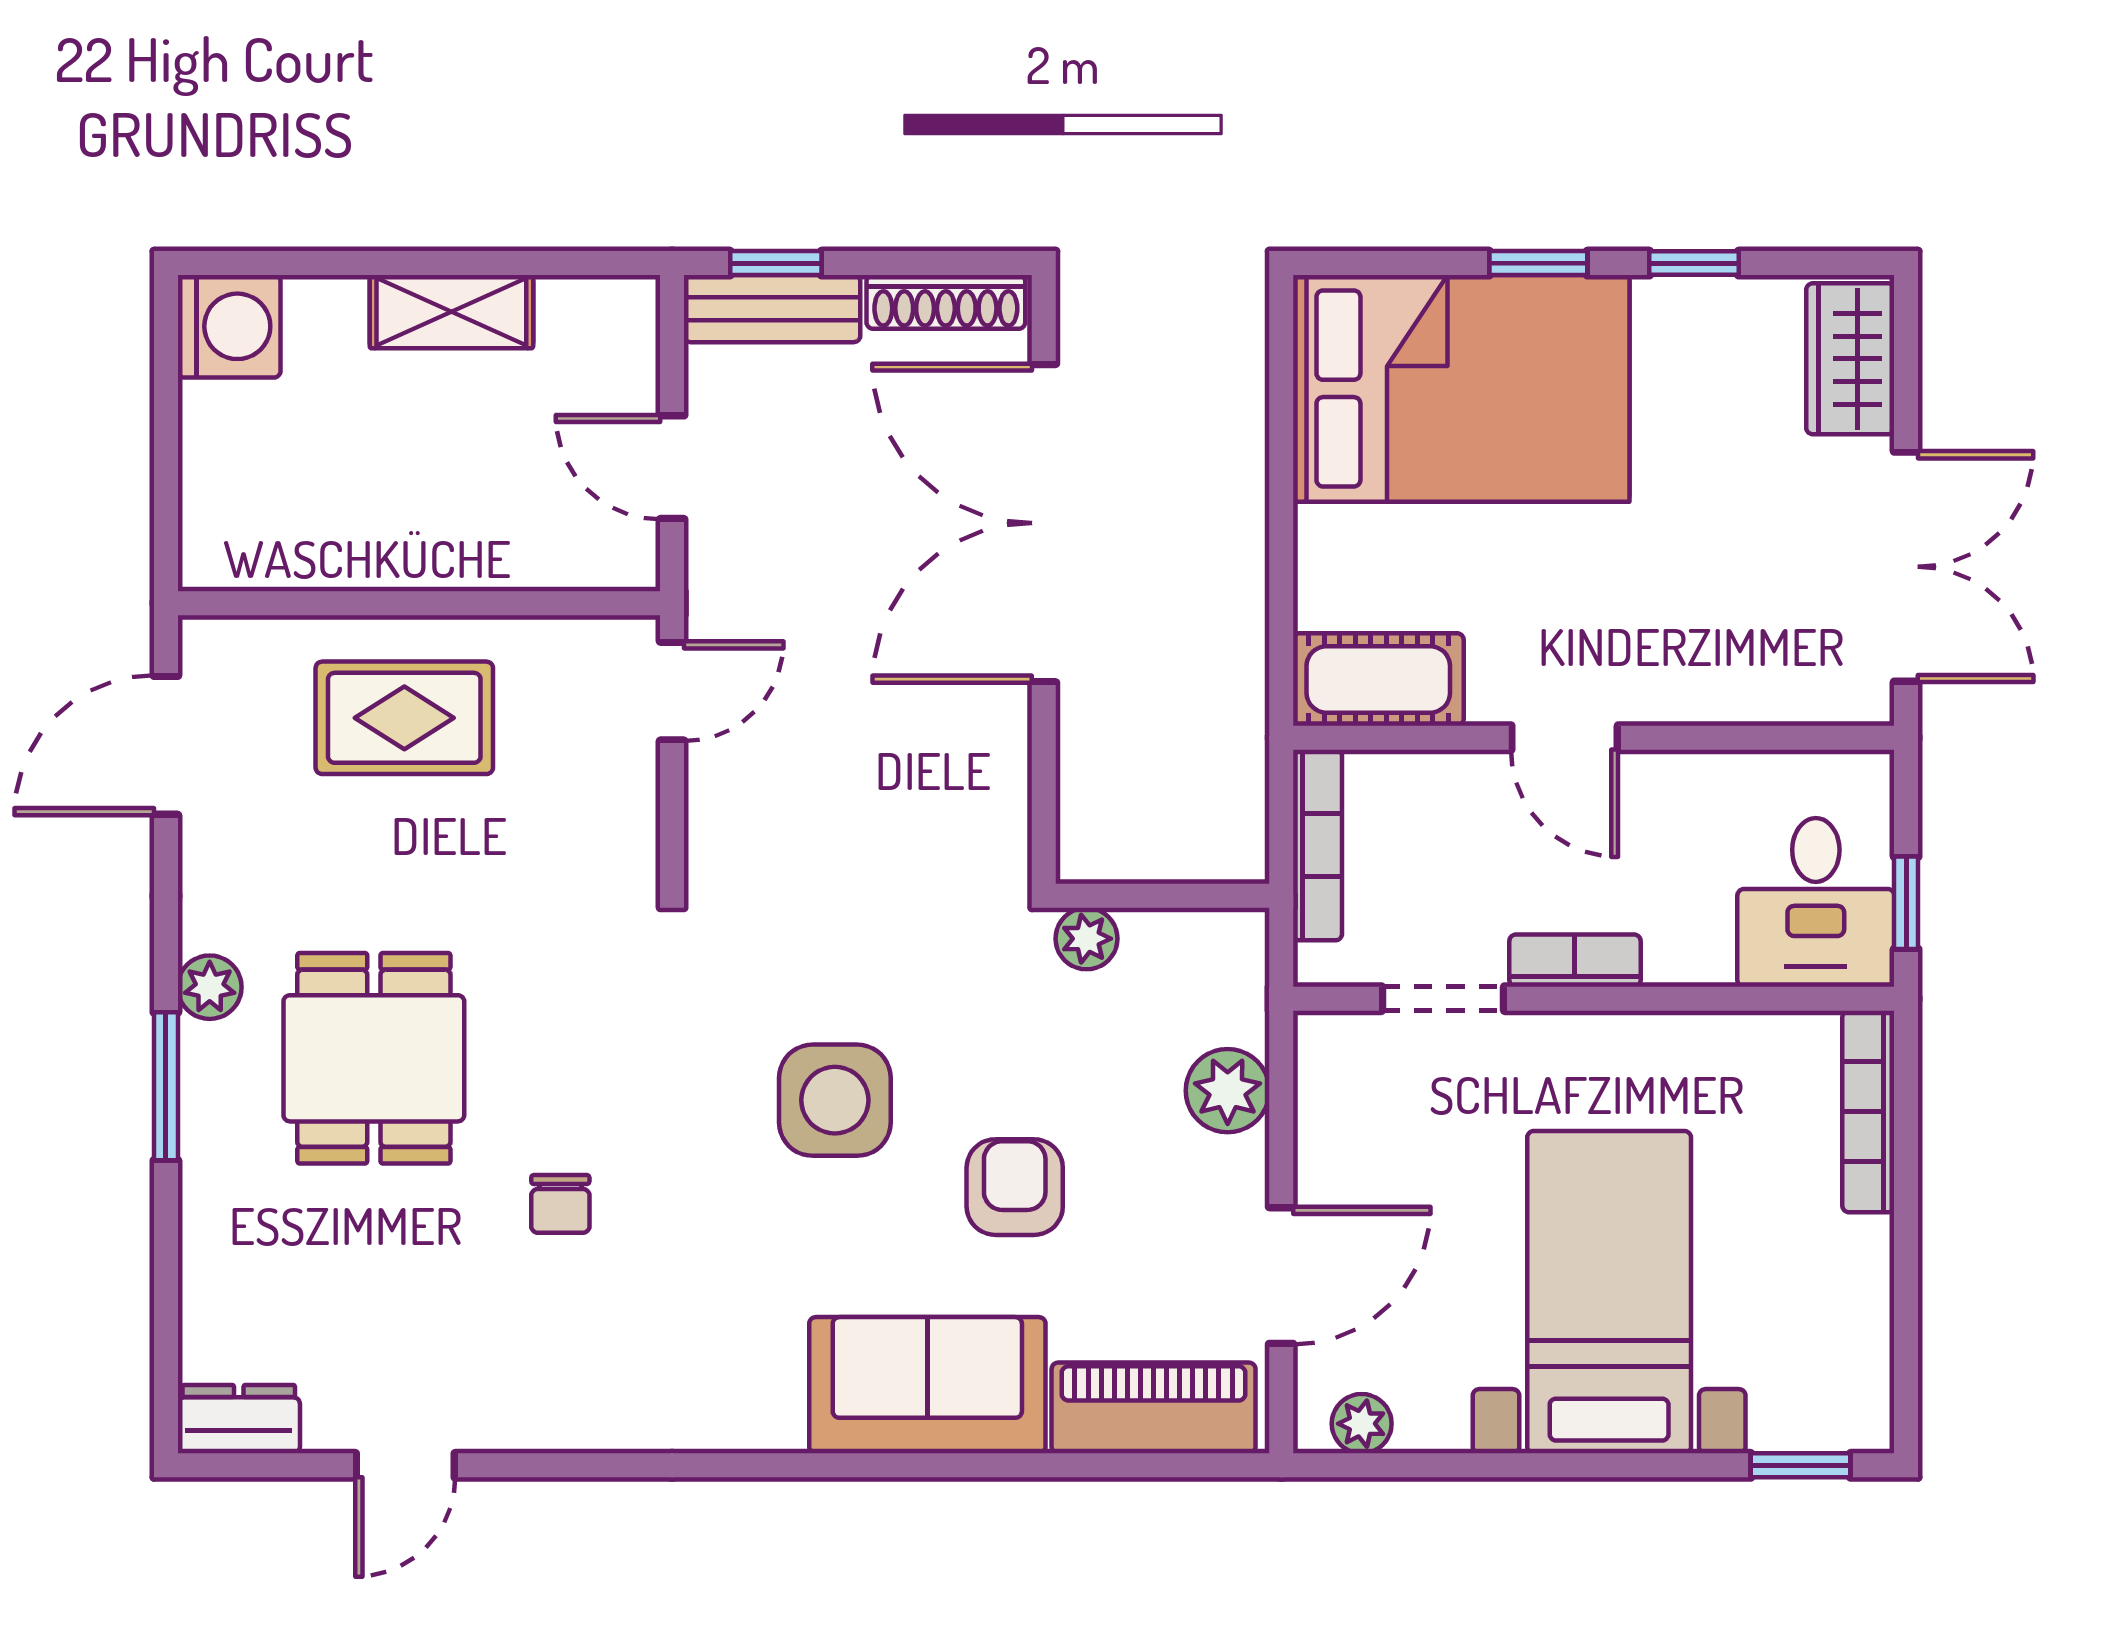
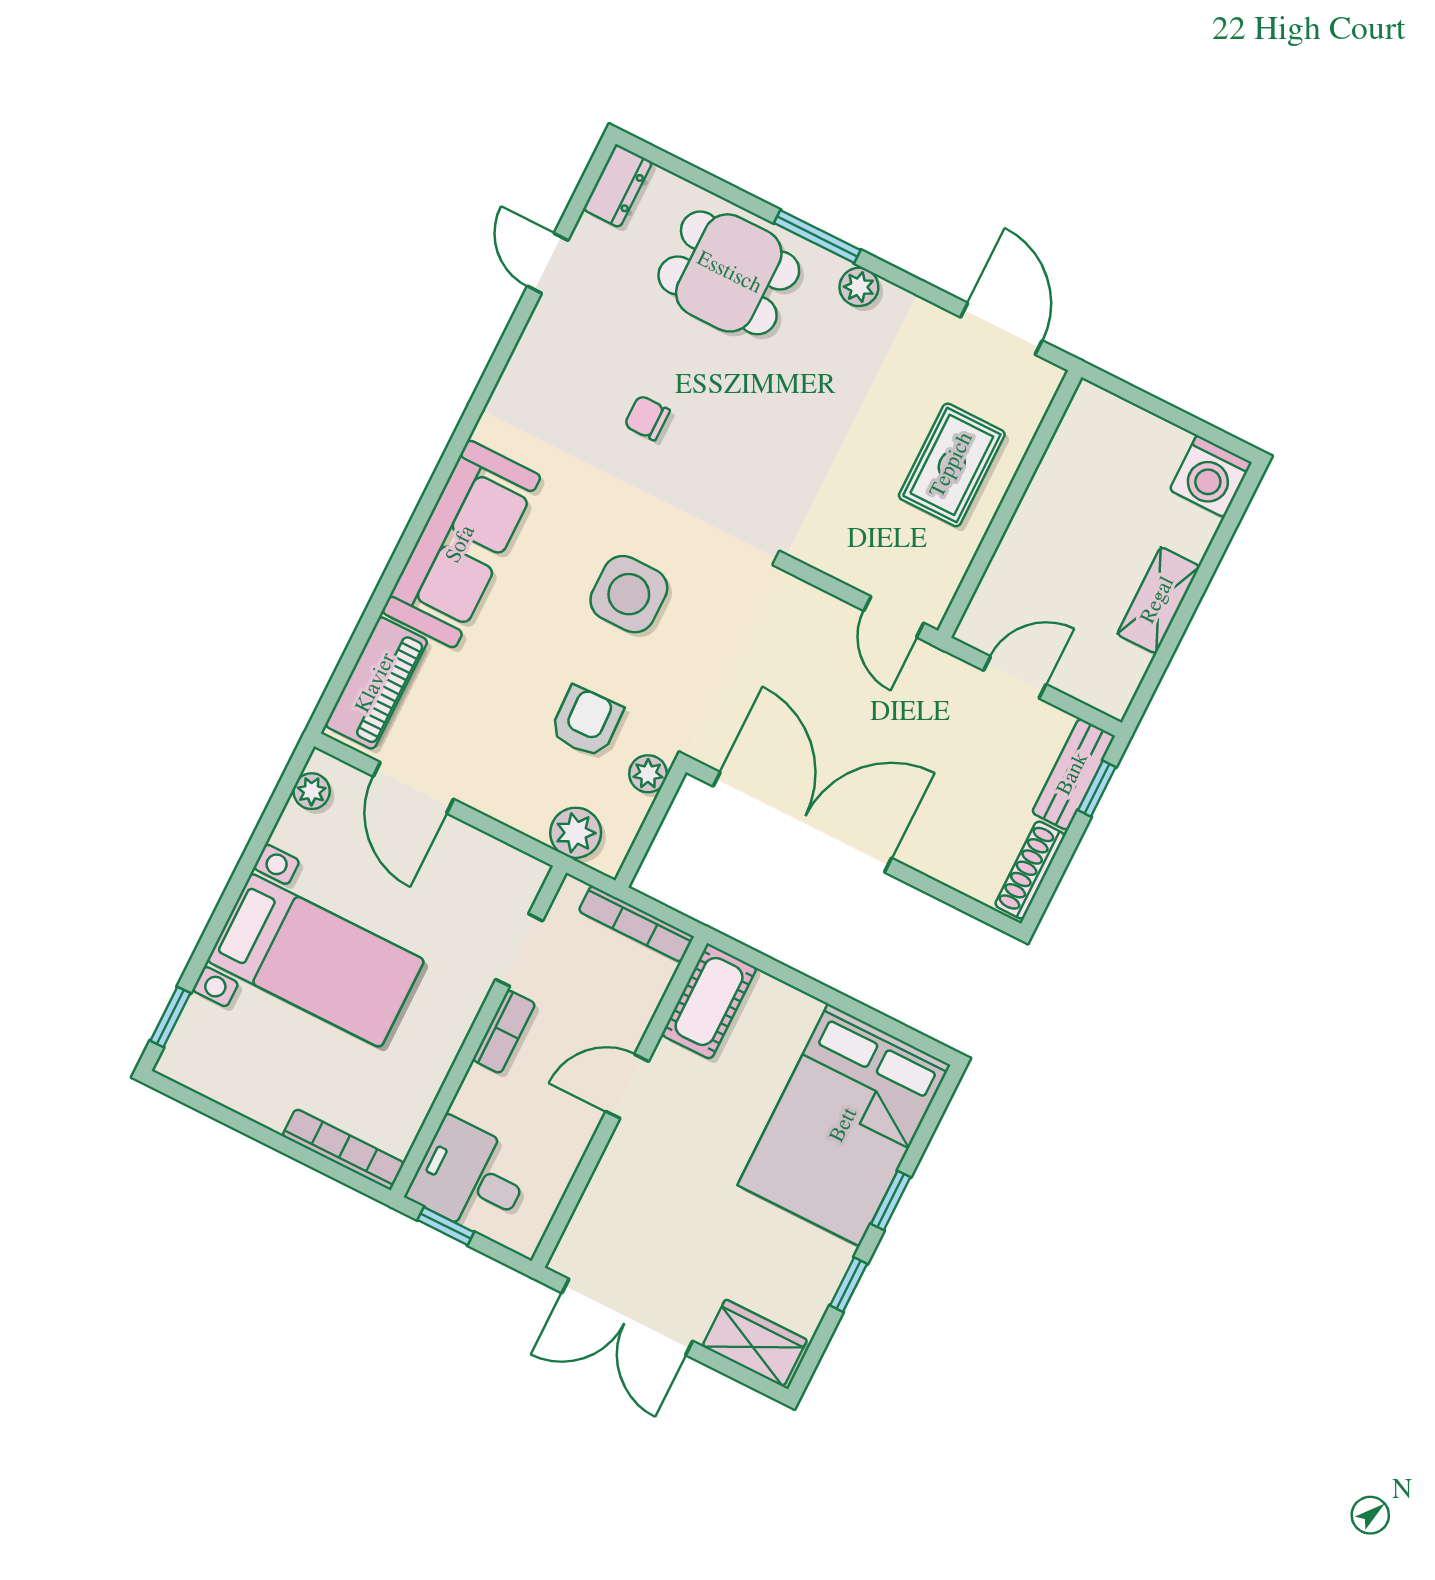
double door: (1044, 523) -> (802, 822), moved
dining table: (374, 1058) -> (729, 273), moved
plant: (1228, 1091) -> (576, 833), moved
armchair: (1015, 1187) -> (586, 722), moved, turned -92
sofa: (927, 1385) -> (461, 544), width x1.36

